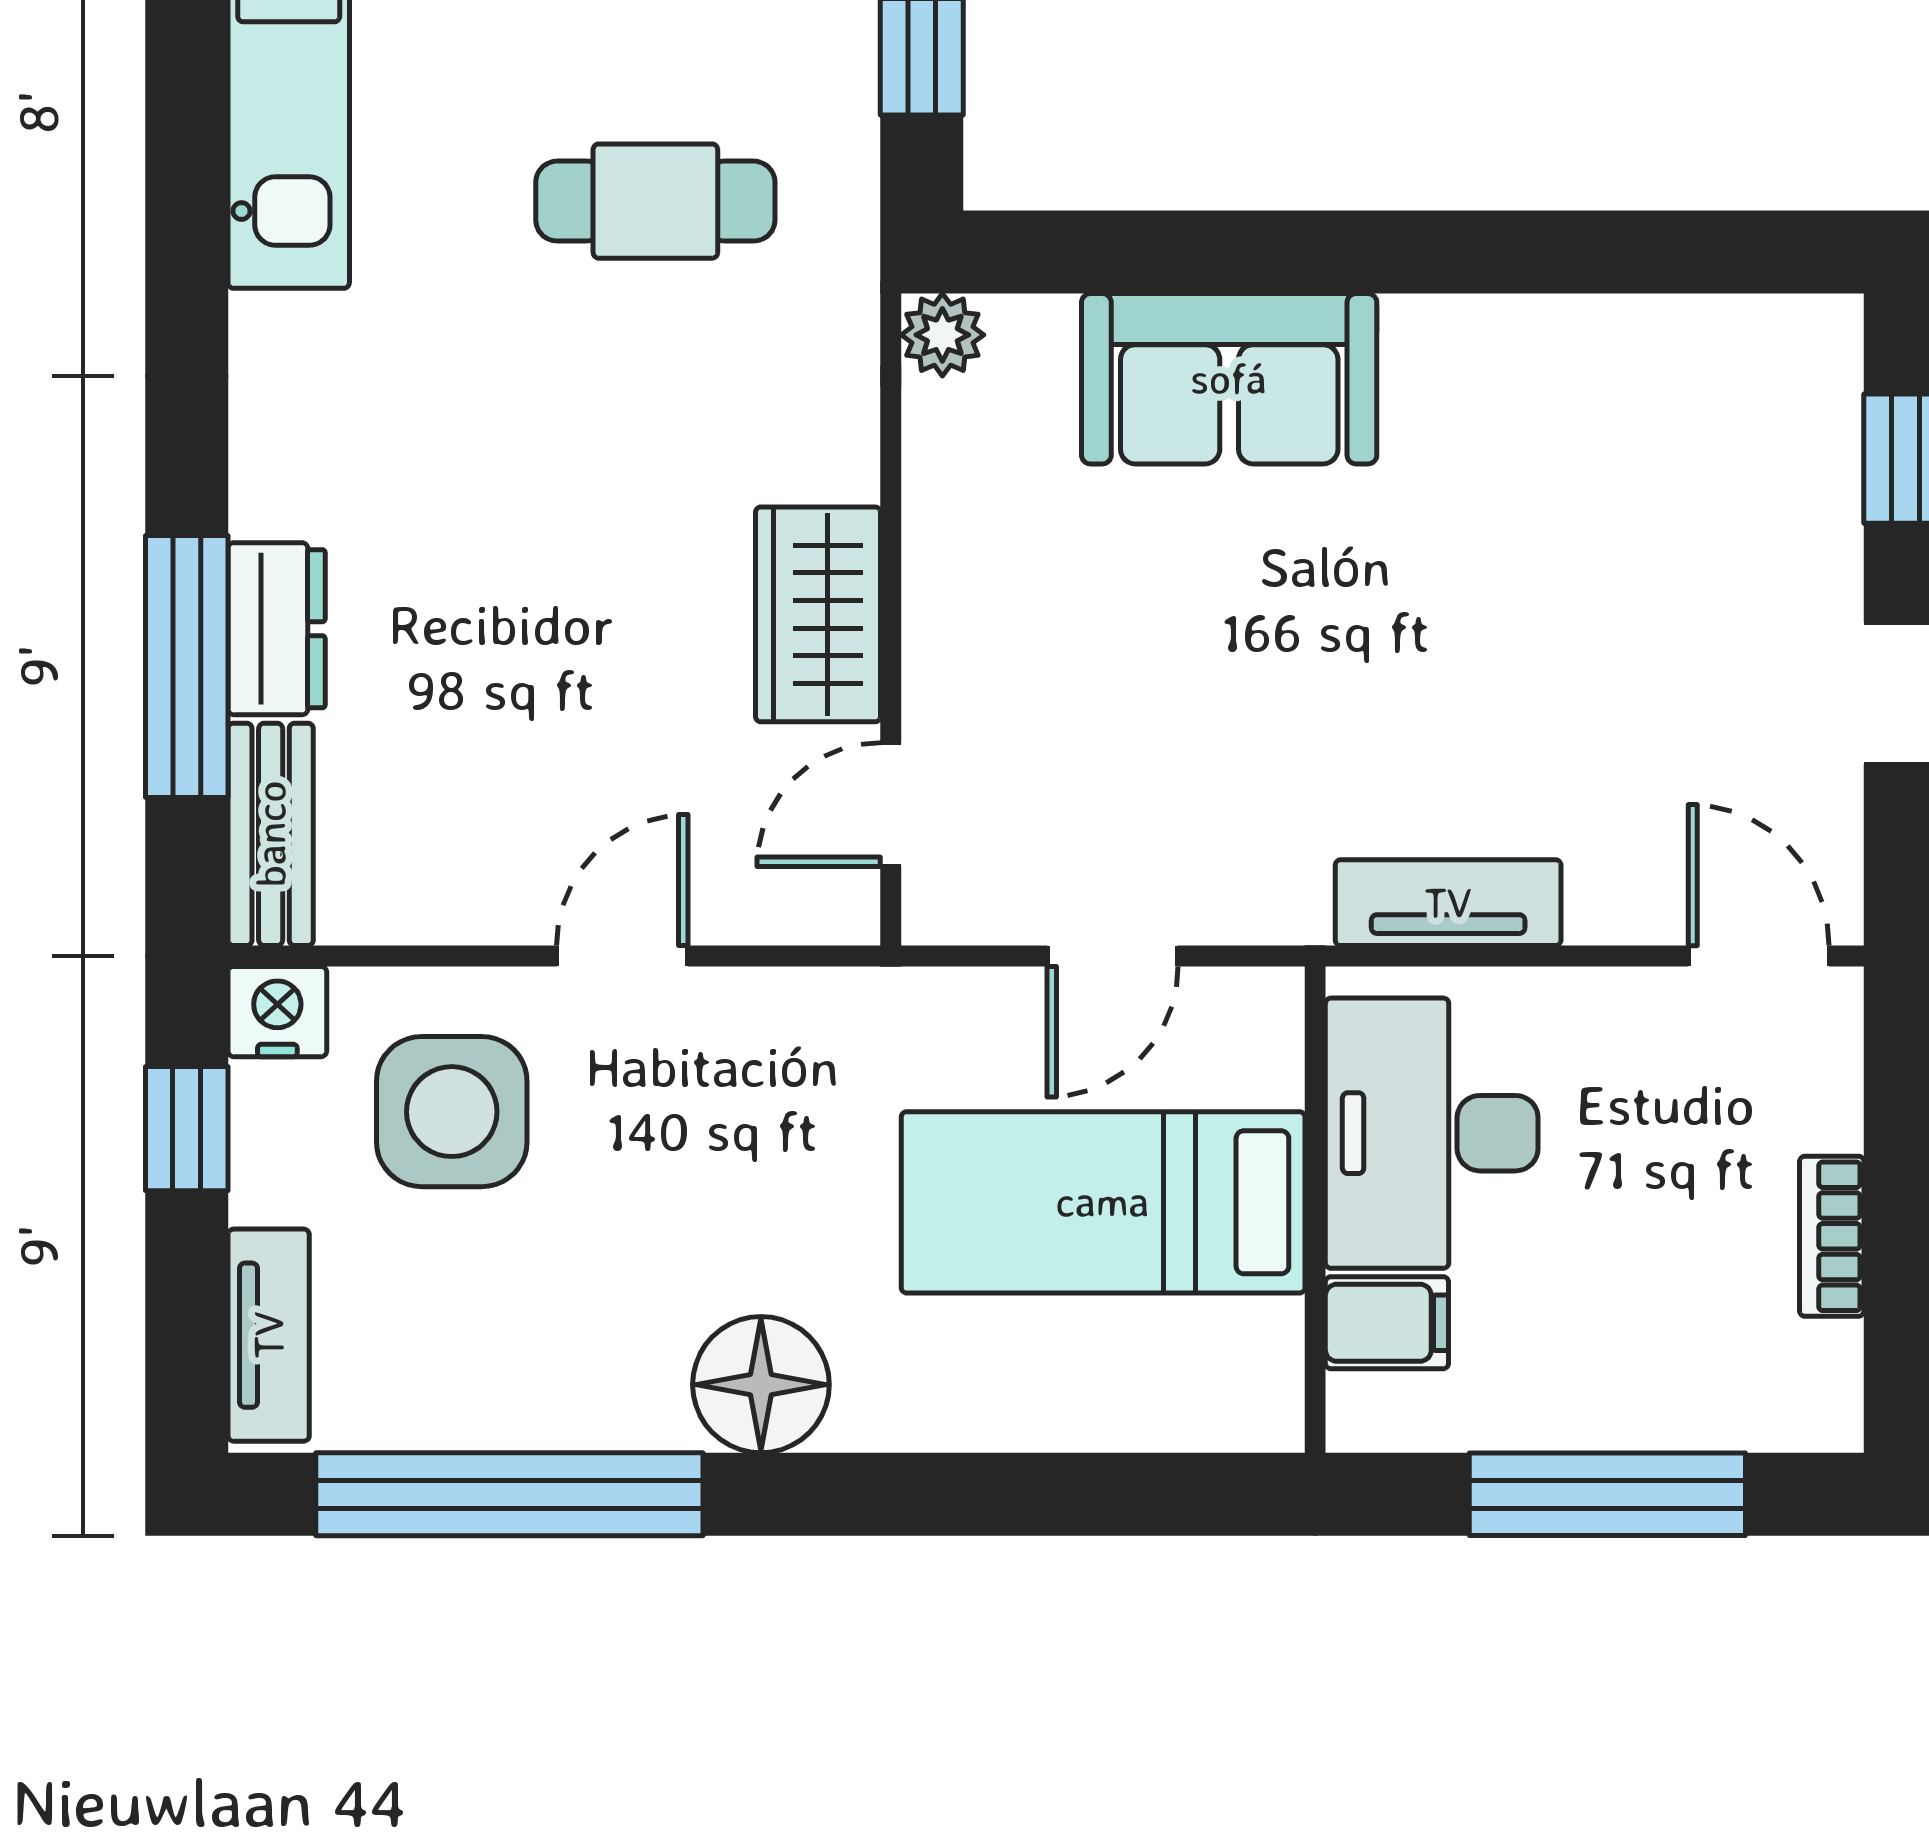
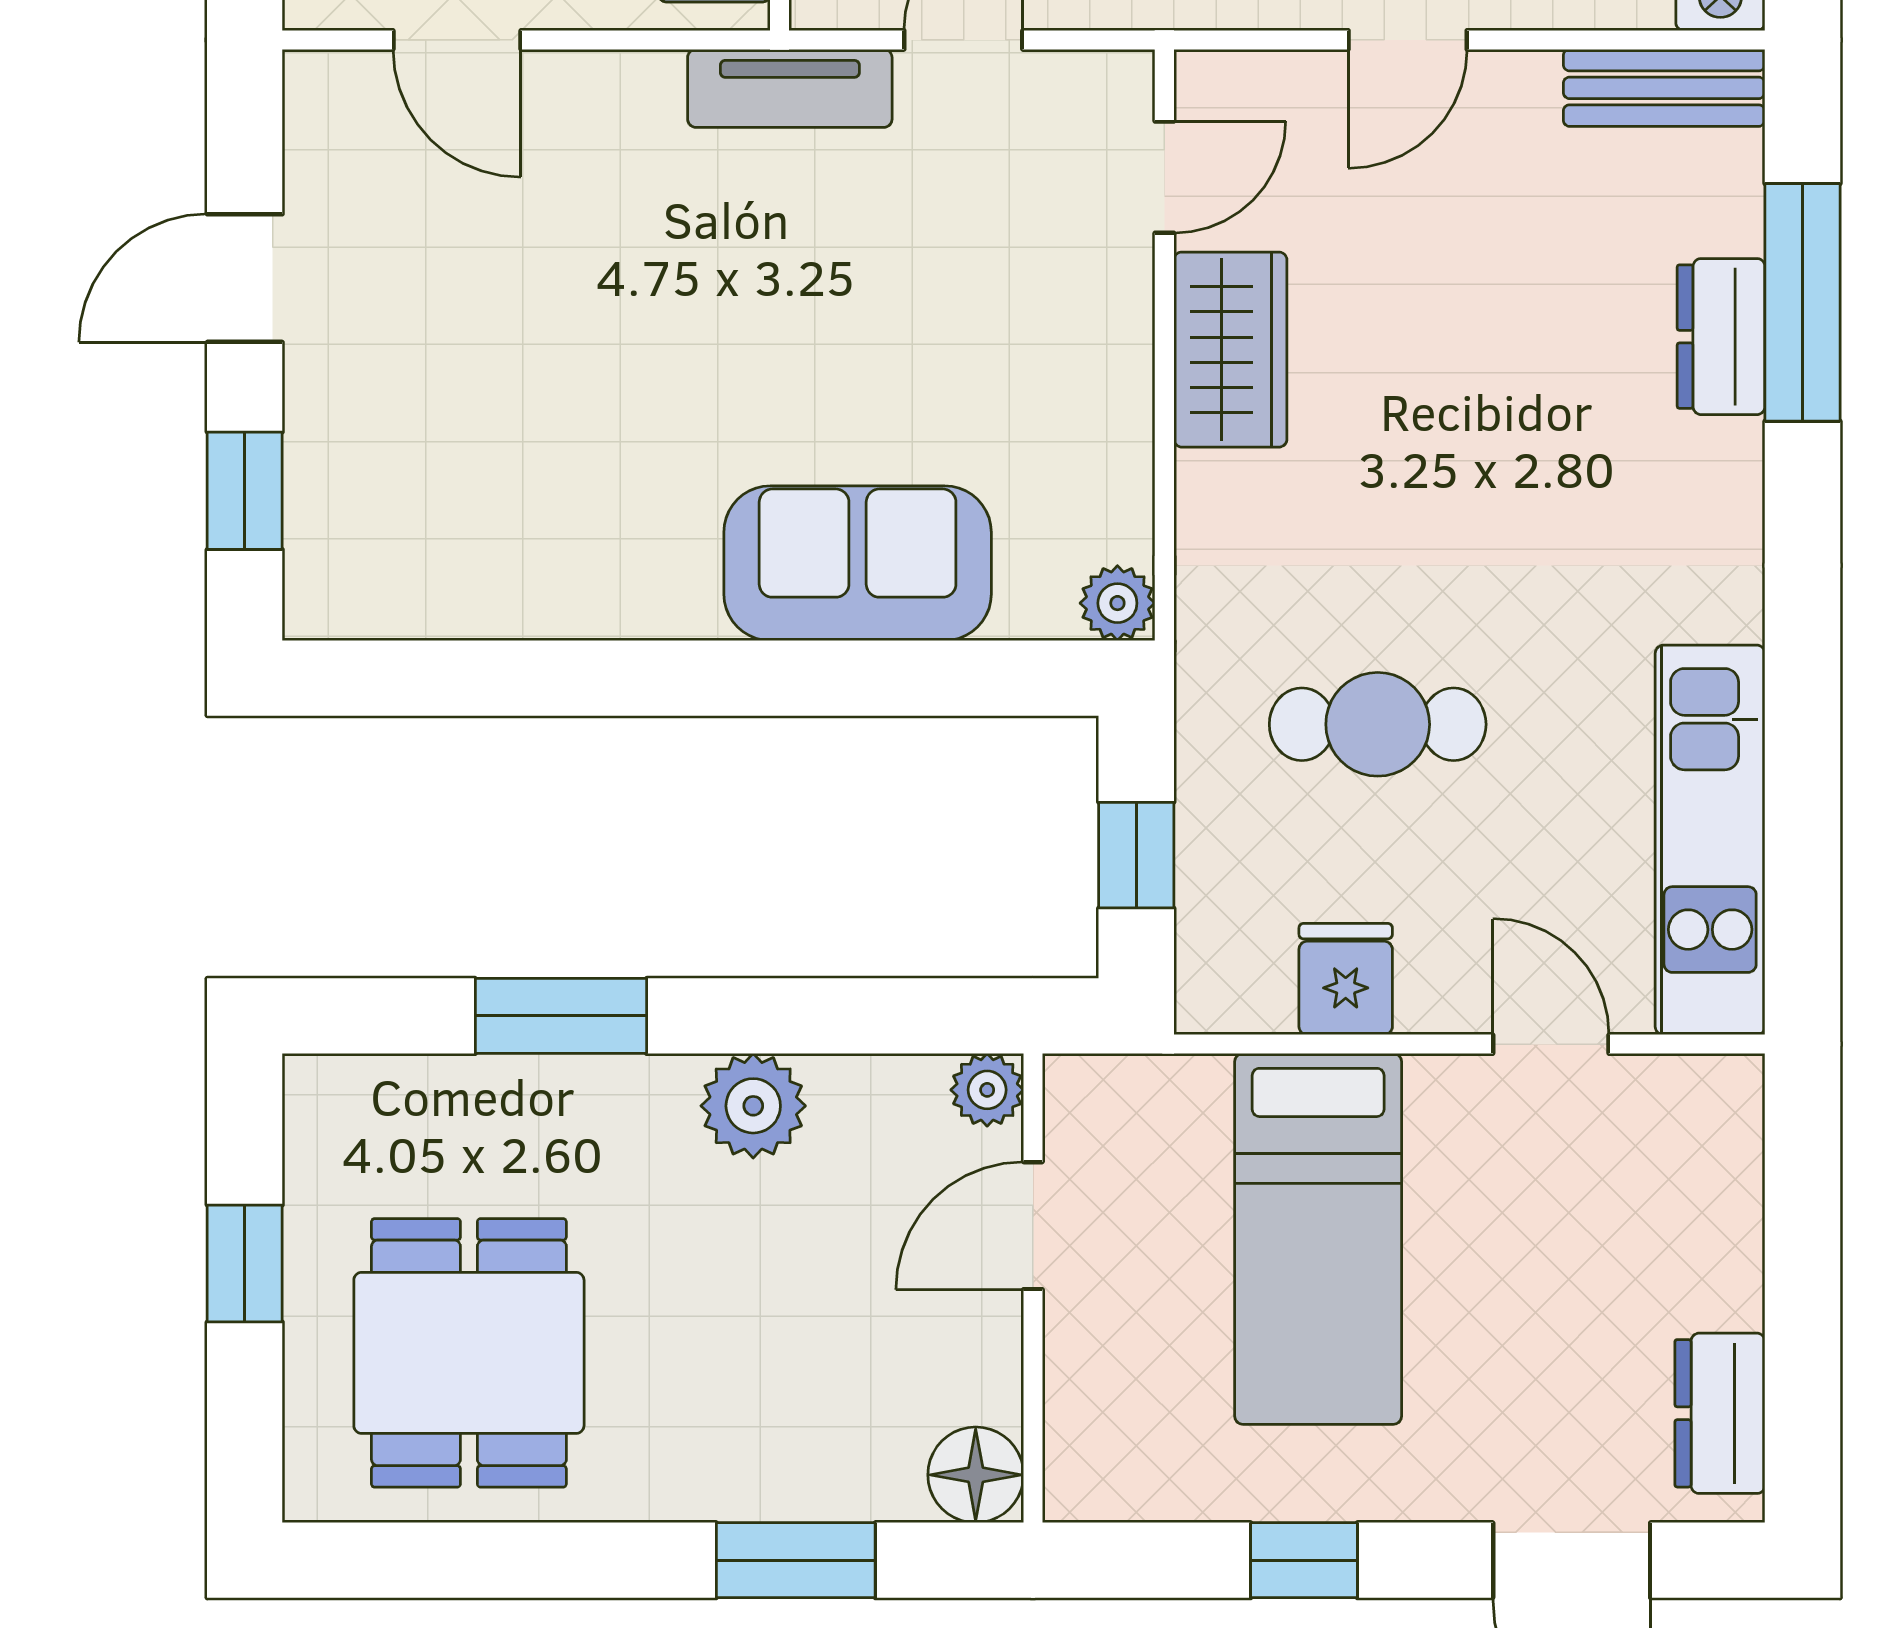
bench: (271, 834) -> (1664, 88), moved, turned 90
tv unit: (1448, 903) -> (790, 88), moved
door: (1759, 956) -> (457, 40), moved

